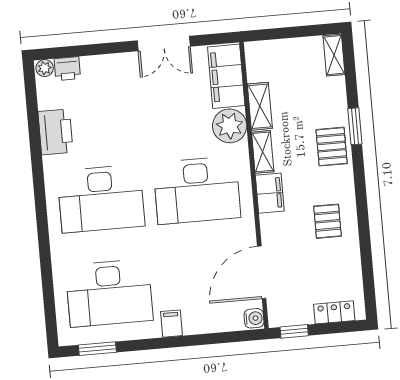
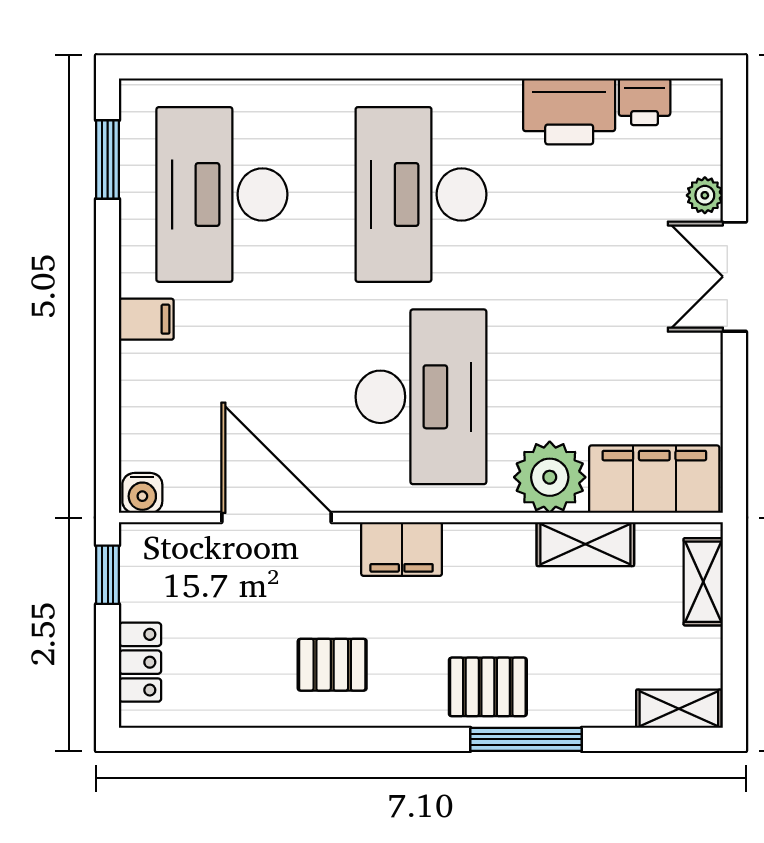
double door: (164, 44) -> (734, 277), moved
plant: (45, 68) -> (705, 195), moved
printer: (67, 69) -> (645, 102), moved, turned -90
window: (355, 126) -> (526, 739), width x1.44
shelving: (263, 152) -> (703, 582), moved, turned 90
desk: (197, 190) -> (421, 397), turned 180
door: (262, 272) -> (276, 518), moved

